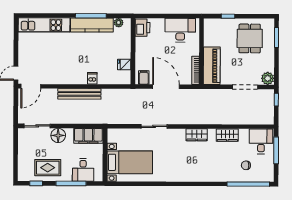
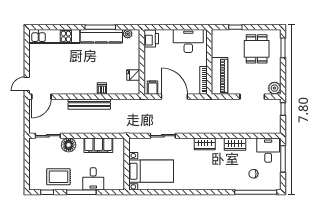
wall: (105, 155) -> (127, 164), moved
bed with nightstands: (130, 162) -> (151, 171), moved

